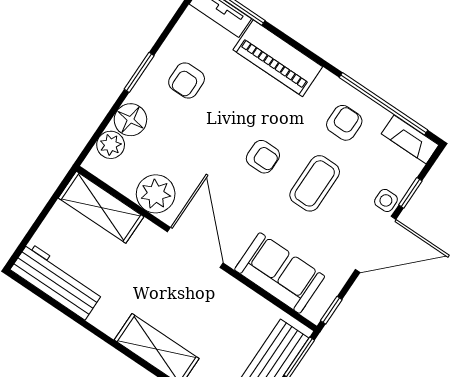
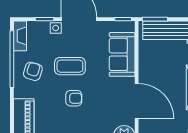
armchair: (344, 123) -> (33, 71), turned 107
armchair: (263, 157) -> (74, 98), turned 90
door: (195, 247) -> (137, 101), swing flipped

